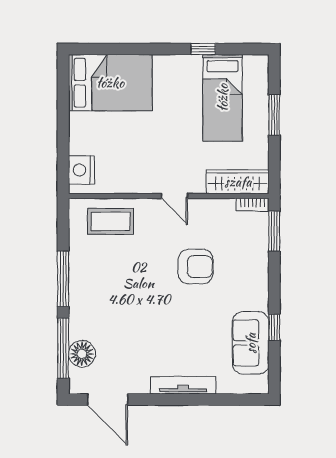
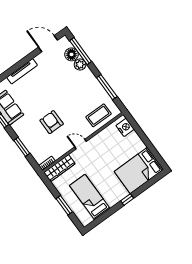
window: (203, 49) -> (127, 200), moved
window: (274, 231) -> (22, 147), moved
armchair: (196, 267) -> (52, 122), turned 90
window: (63, 279) -> (107, 87), moved
plant: (80, 327) -> (80, 65), added

